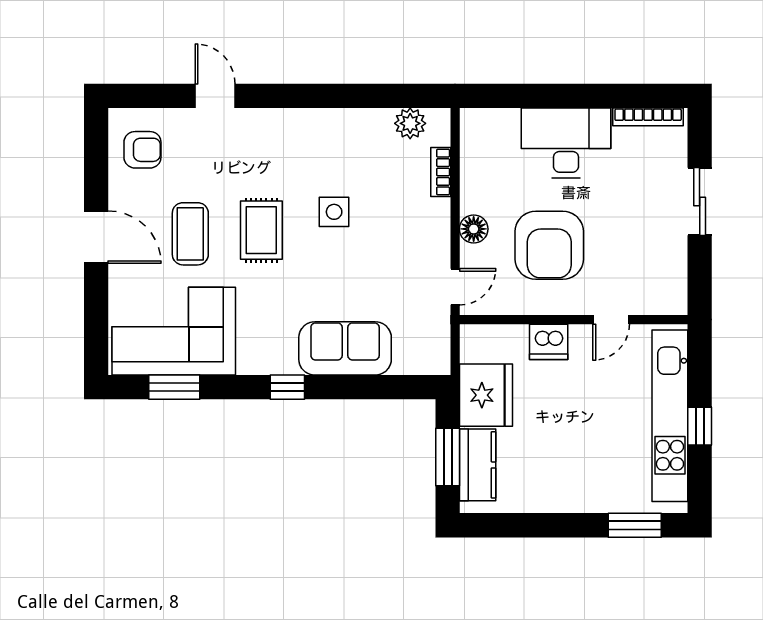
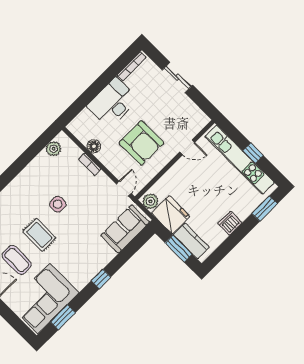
bookcase: (441, 172) -> (90, 164), moved
floor lamp: (474, 229) -> (94, 146), moved
door: (611, 320) -> (187, 147), hinge flipped
dishwasher: (549, 342) -> (230, 223), moved, turned 180
plant: (476, 345) -> (150, 201), added
sofa: (345, 348) -> (125, 229), moved

